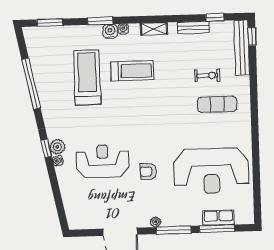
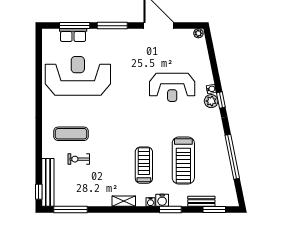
window: (215, 17) -> (71, 209), width x2.17
bench: (193, 28) -> (201, 201), moved
treadmill: (132, 71) -> (144, 165), turned 90
armchair: (148, 172) -> (133, 77), removed
plant: (155, 222) -> (198, 33), moved

